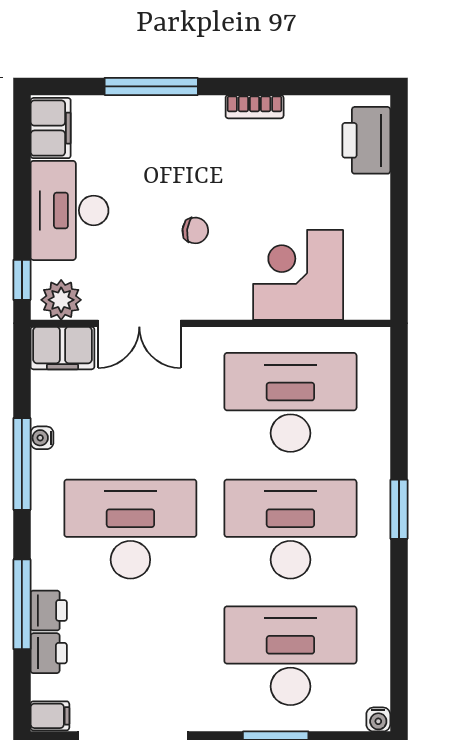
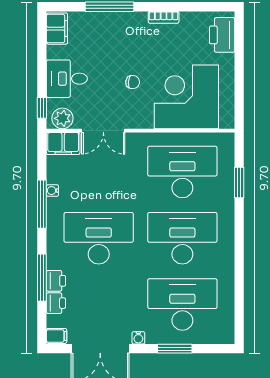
desk: (70, 210) -> (67, 79), width x0.73
corner desk: (298, 275) -> (186, 97), width x1.36, depth x1.36
window: (399, 509) -> (239, 182), moved
water cooler: (378, 719) -> (138, 338), moved

